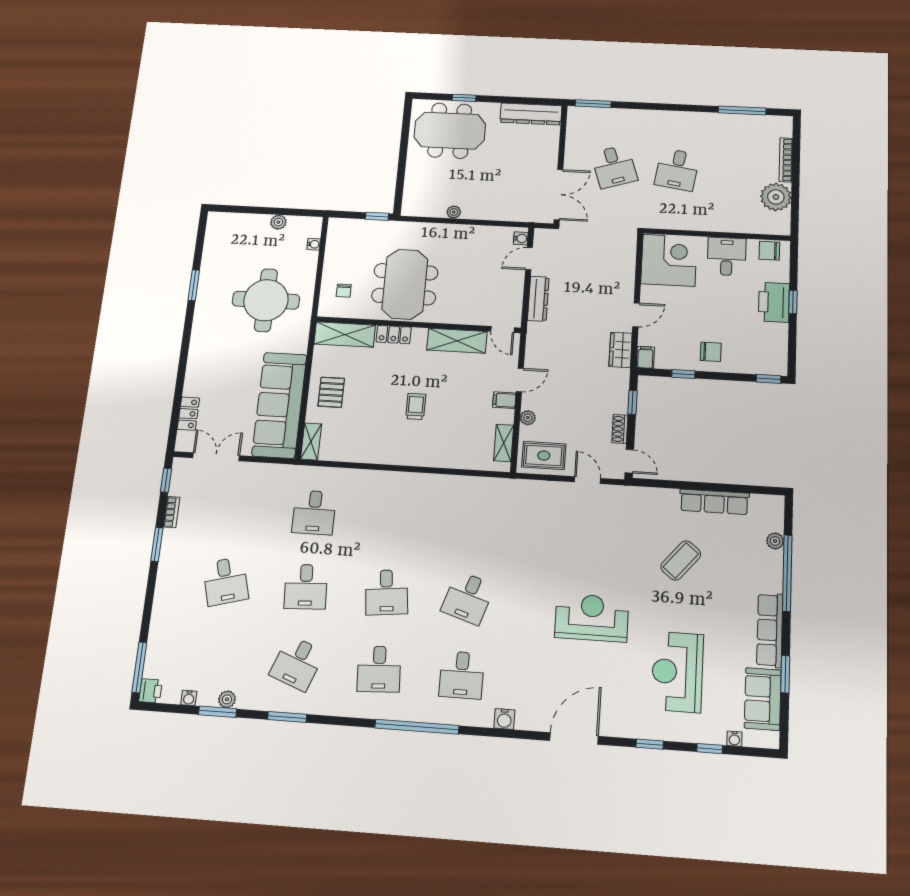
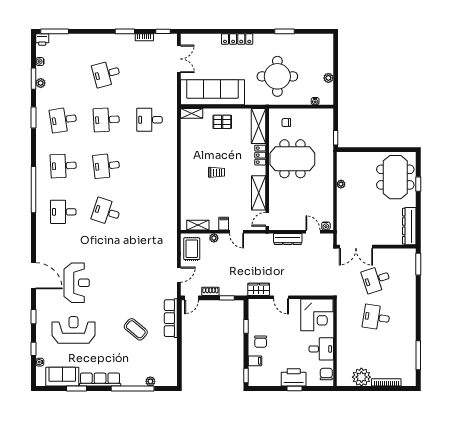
filing cabinet: (645, 357) -> (255, 361), moved
locker: (188, 414) -> (237, 39), moved, width x1.53
row of seats: (714, 502) -> (171, 318), moved
reception desk: (592, 618) -> (77, 283), moved
desk: (297, 663) -> (63, 120), turned -30
water cooler: (504, 719) -> (41, 237), removed

